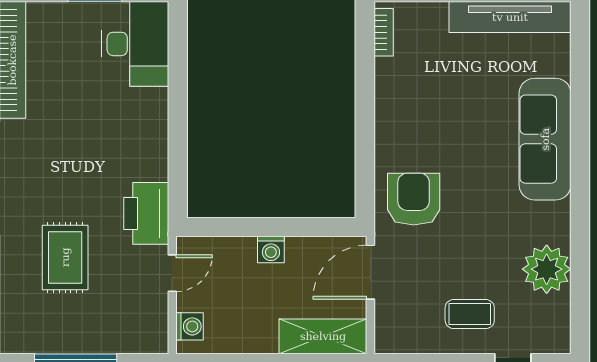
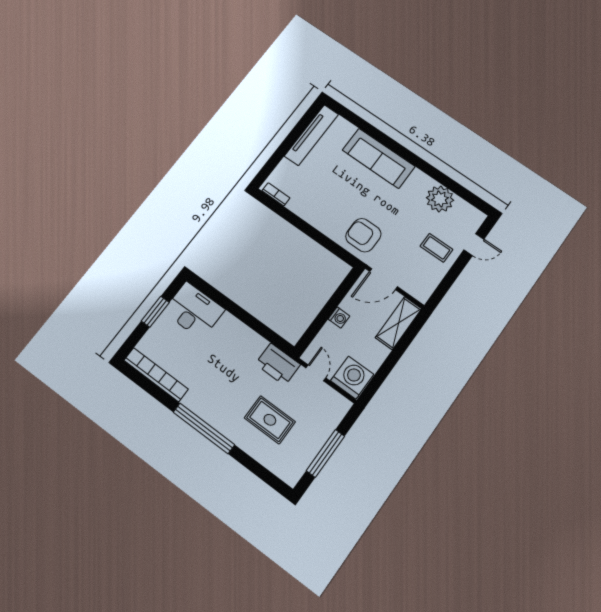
door: (370, 272) -> (384, 279), hinge flipped
coffee table: (470, 314) -> (436, 248), turned 90
washing machine: (190, 326) -> (352, 378), width x1.89, depth x1.89

